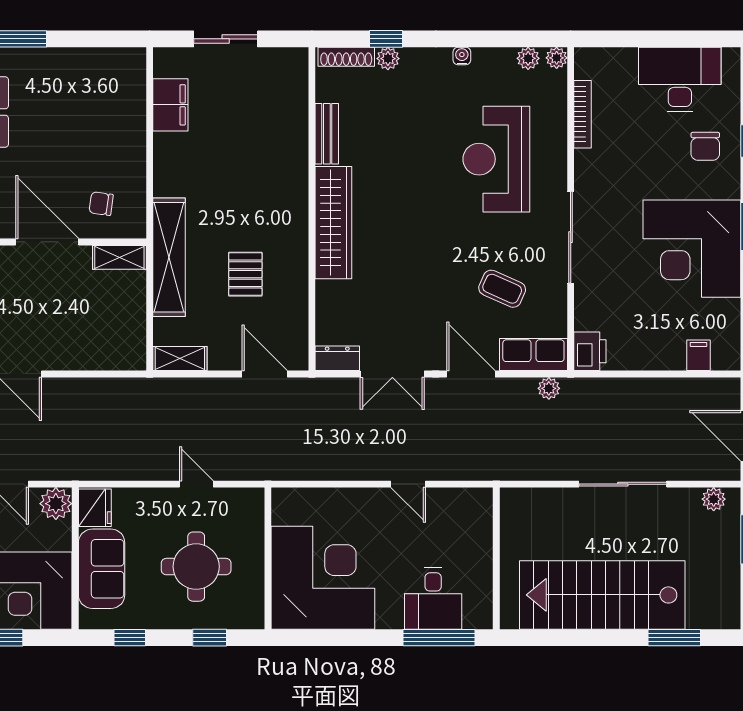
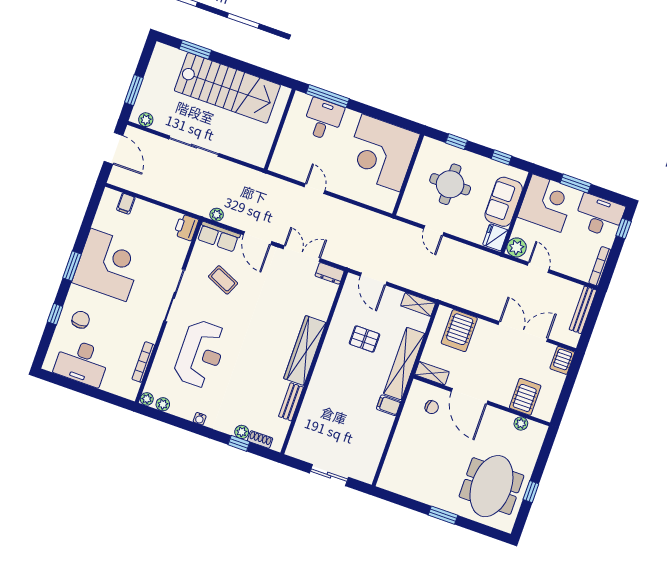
shoe rack: (346, 57) -> (260, 440), width x0.70
filing cabinet: (170, 105) -> (389, 405), moved, width x0.50
pallet: (245, 274) -> (365, 339), turned 90
server rack: (100, 340) -> (459, 331), added

